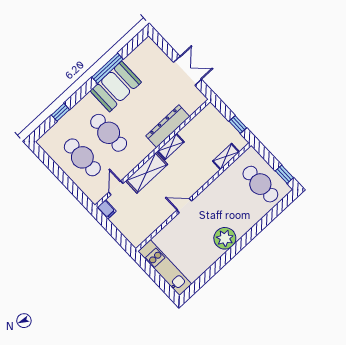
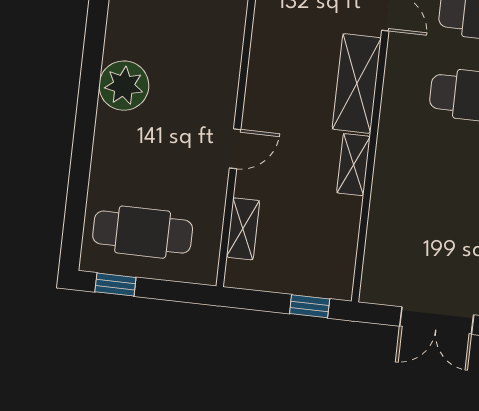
window: (238, 125) -> (310, 306), moved
dresser: (168, 126) -> (389, 195), removed
door: (184, 206) -> (235, 149), moved

